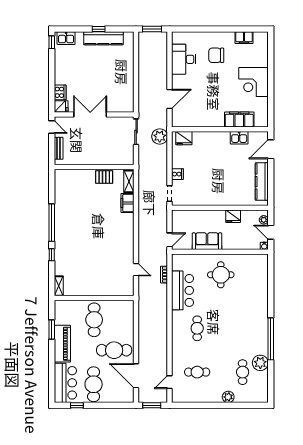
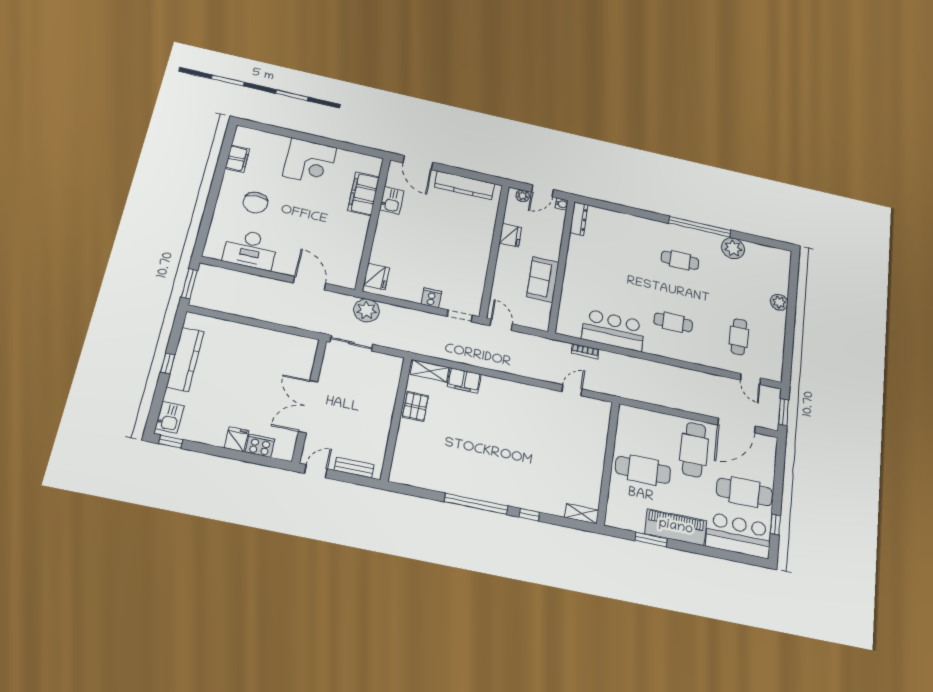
fridge: (61, 106) -> (236, 439), moved
door: (170, 240) -> (501, 325), moved
dresser: (256, 259) -> (579, 219), added
round table: (221, 275) -> (596, 272), removed
cafe table: (243, 372) -> (680, 260), moved

